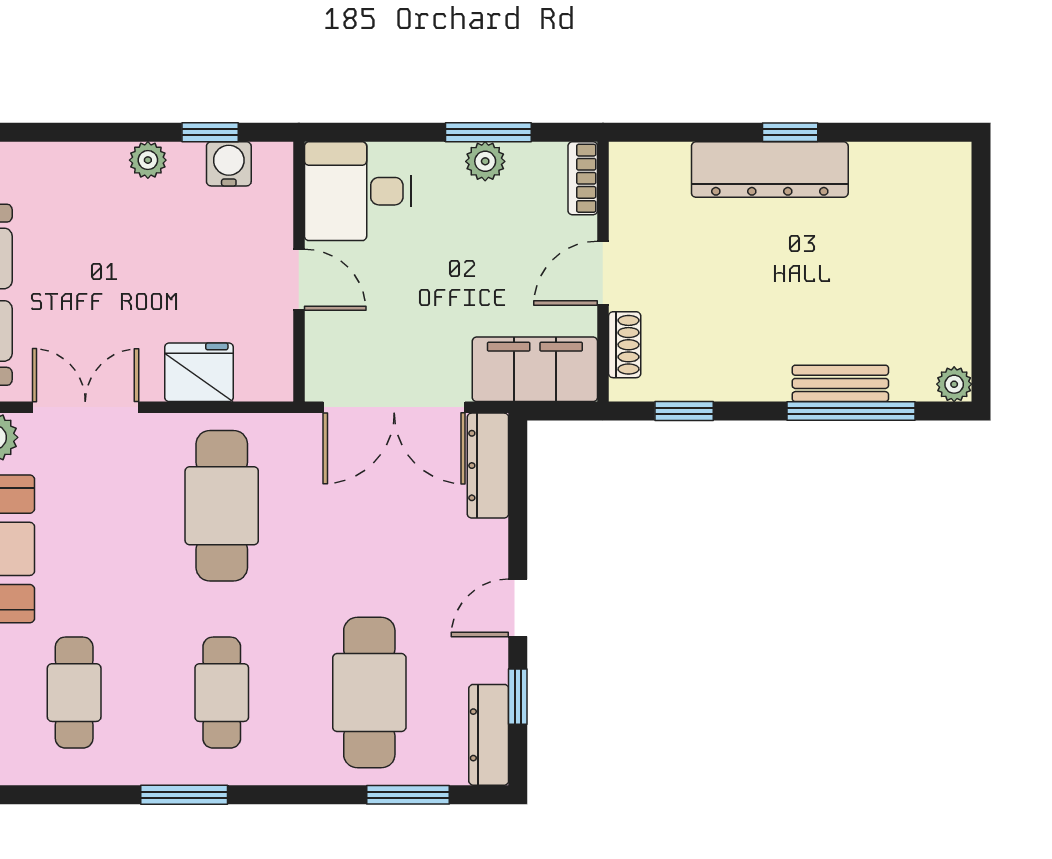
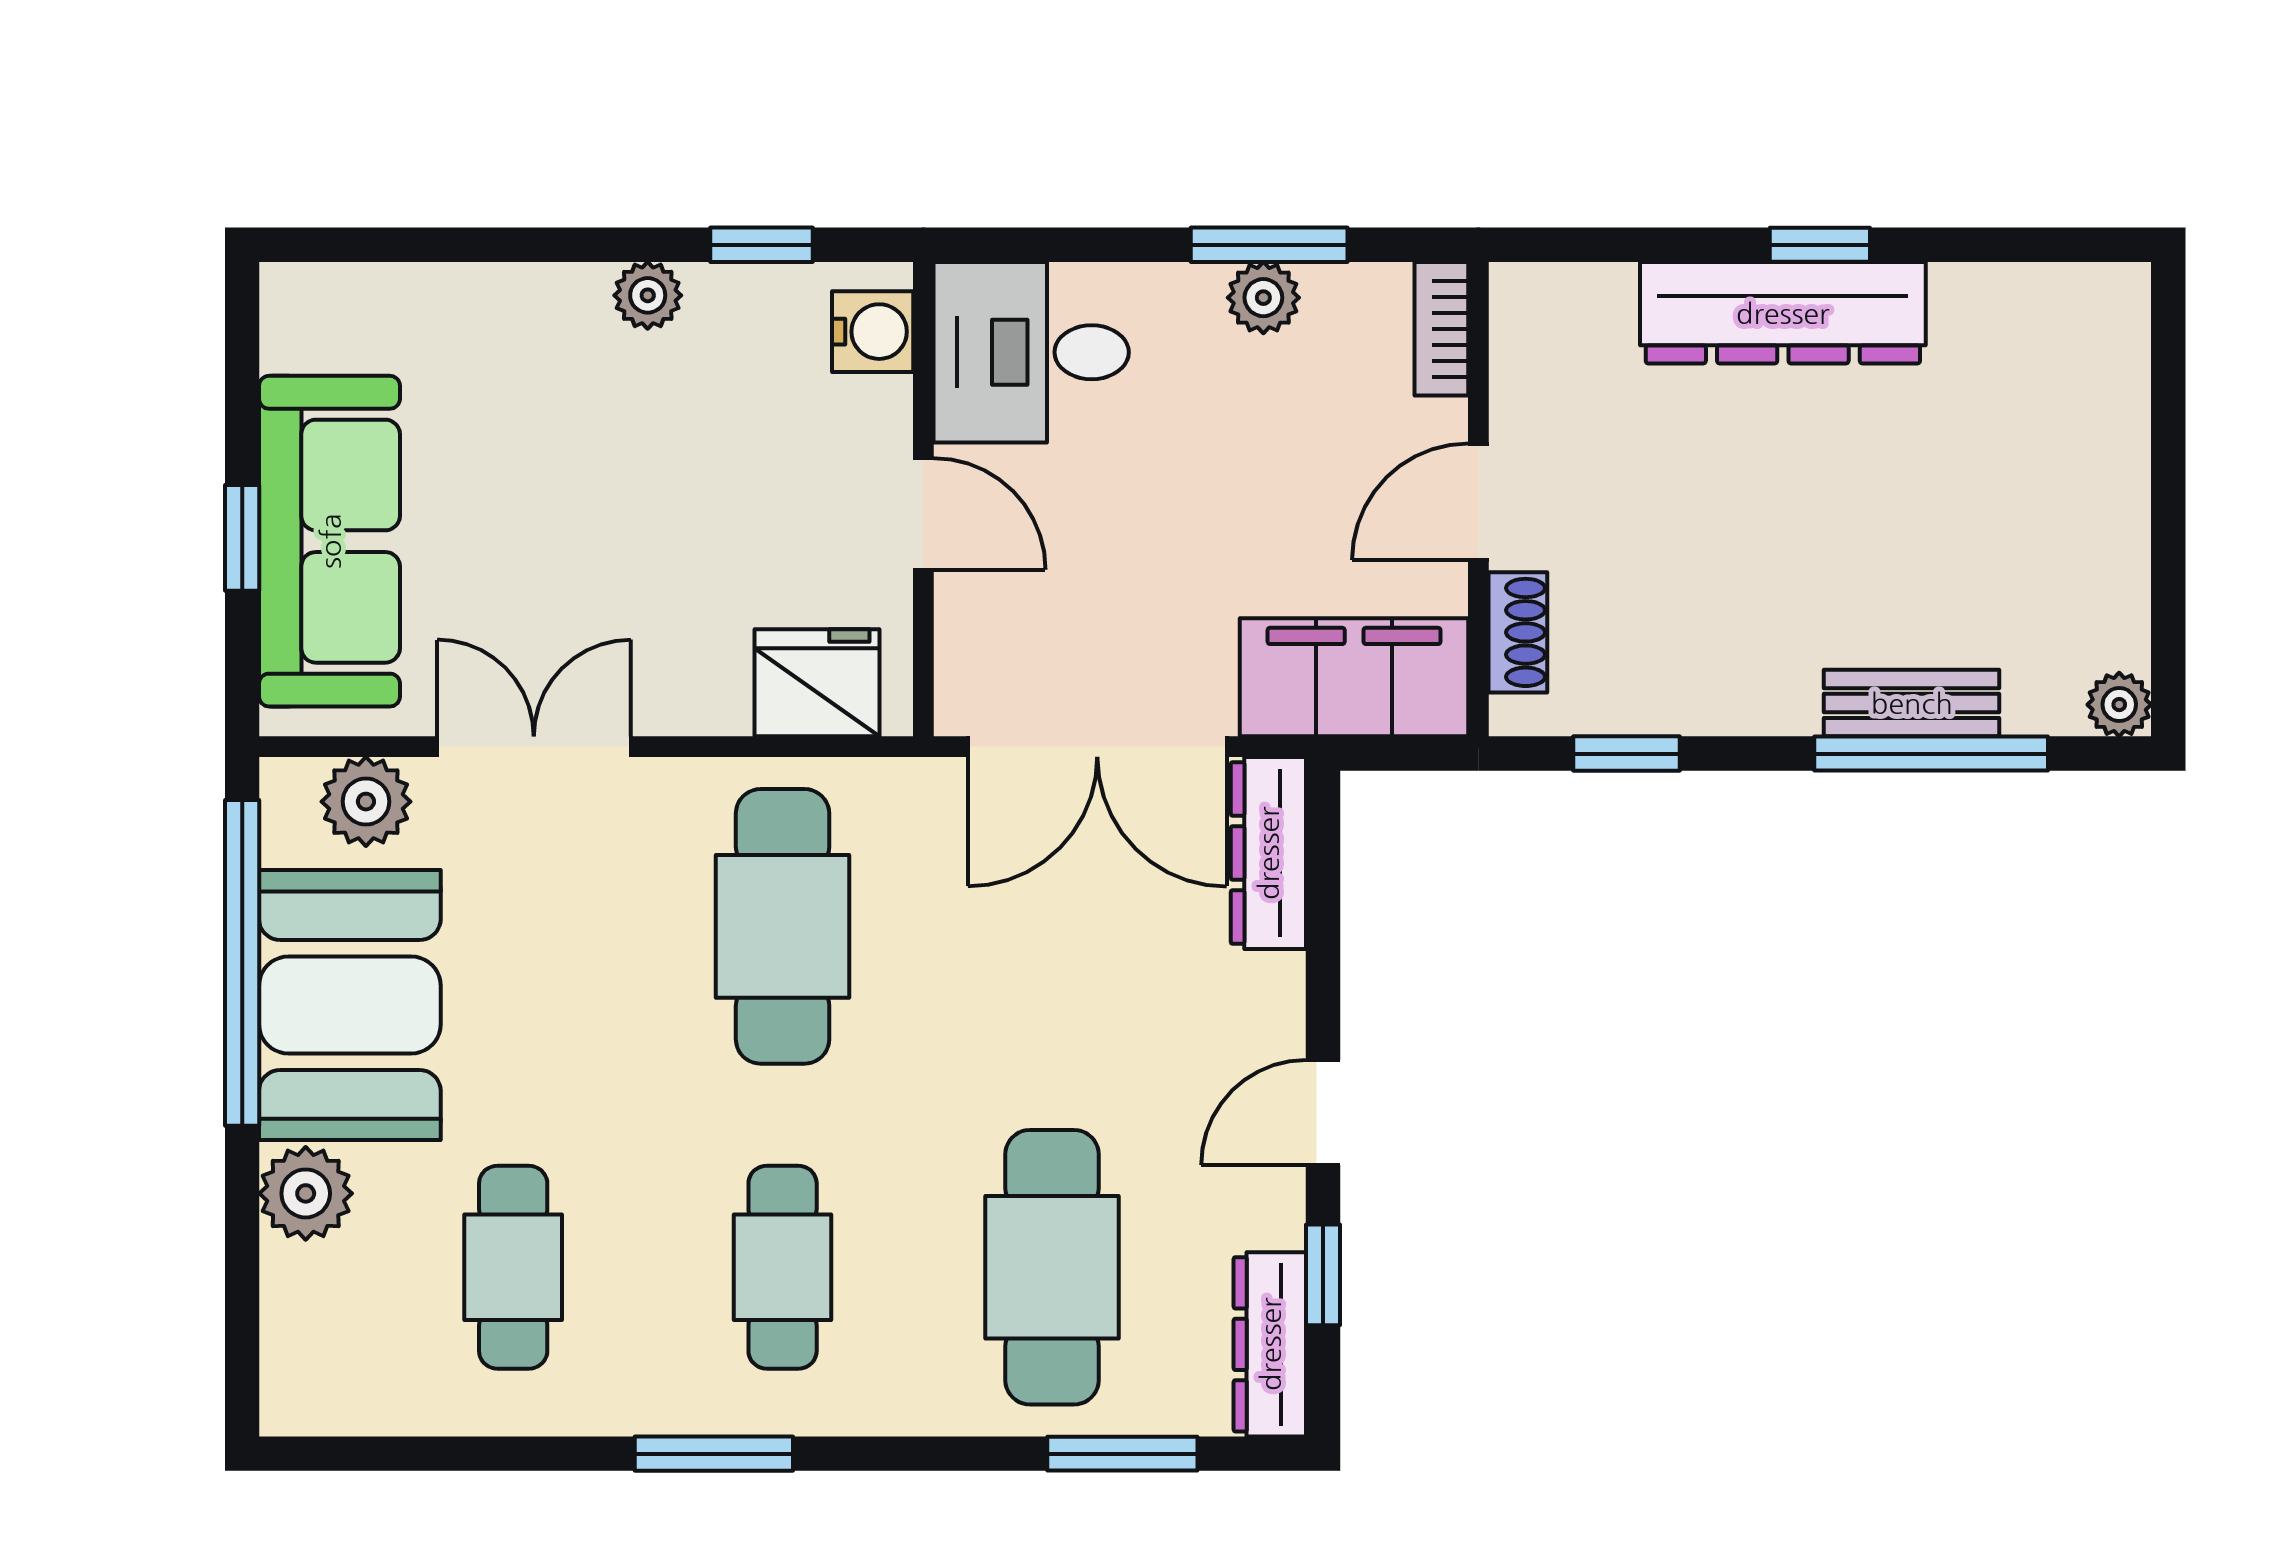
water cooler: (229, 164) -> (873, 332), moved, turned 90
fridge: (199, 372) -> (817, 683), moved

